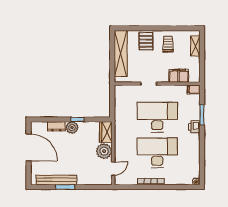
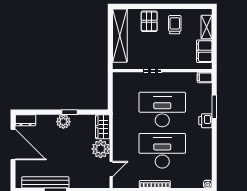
filing cabinet: (179, 76) -> (204, 51), moved, turned -90
dresser: (56, 126) -> (26, 120), moved

